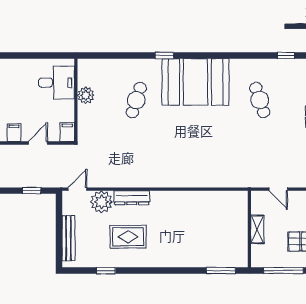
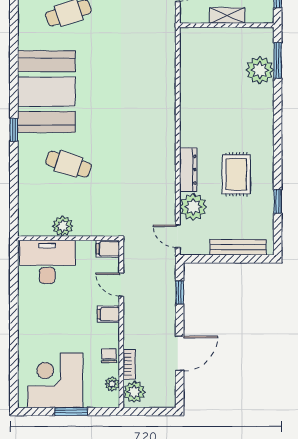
desk: (57, 83) -> (47, 262), width x1.37
plant: (213, 256) -> (260, 70), added

